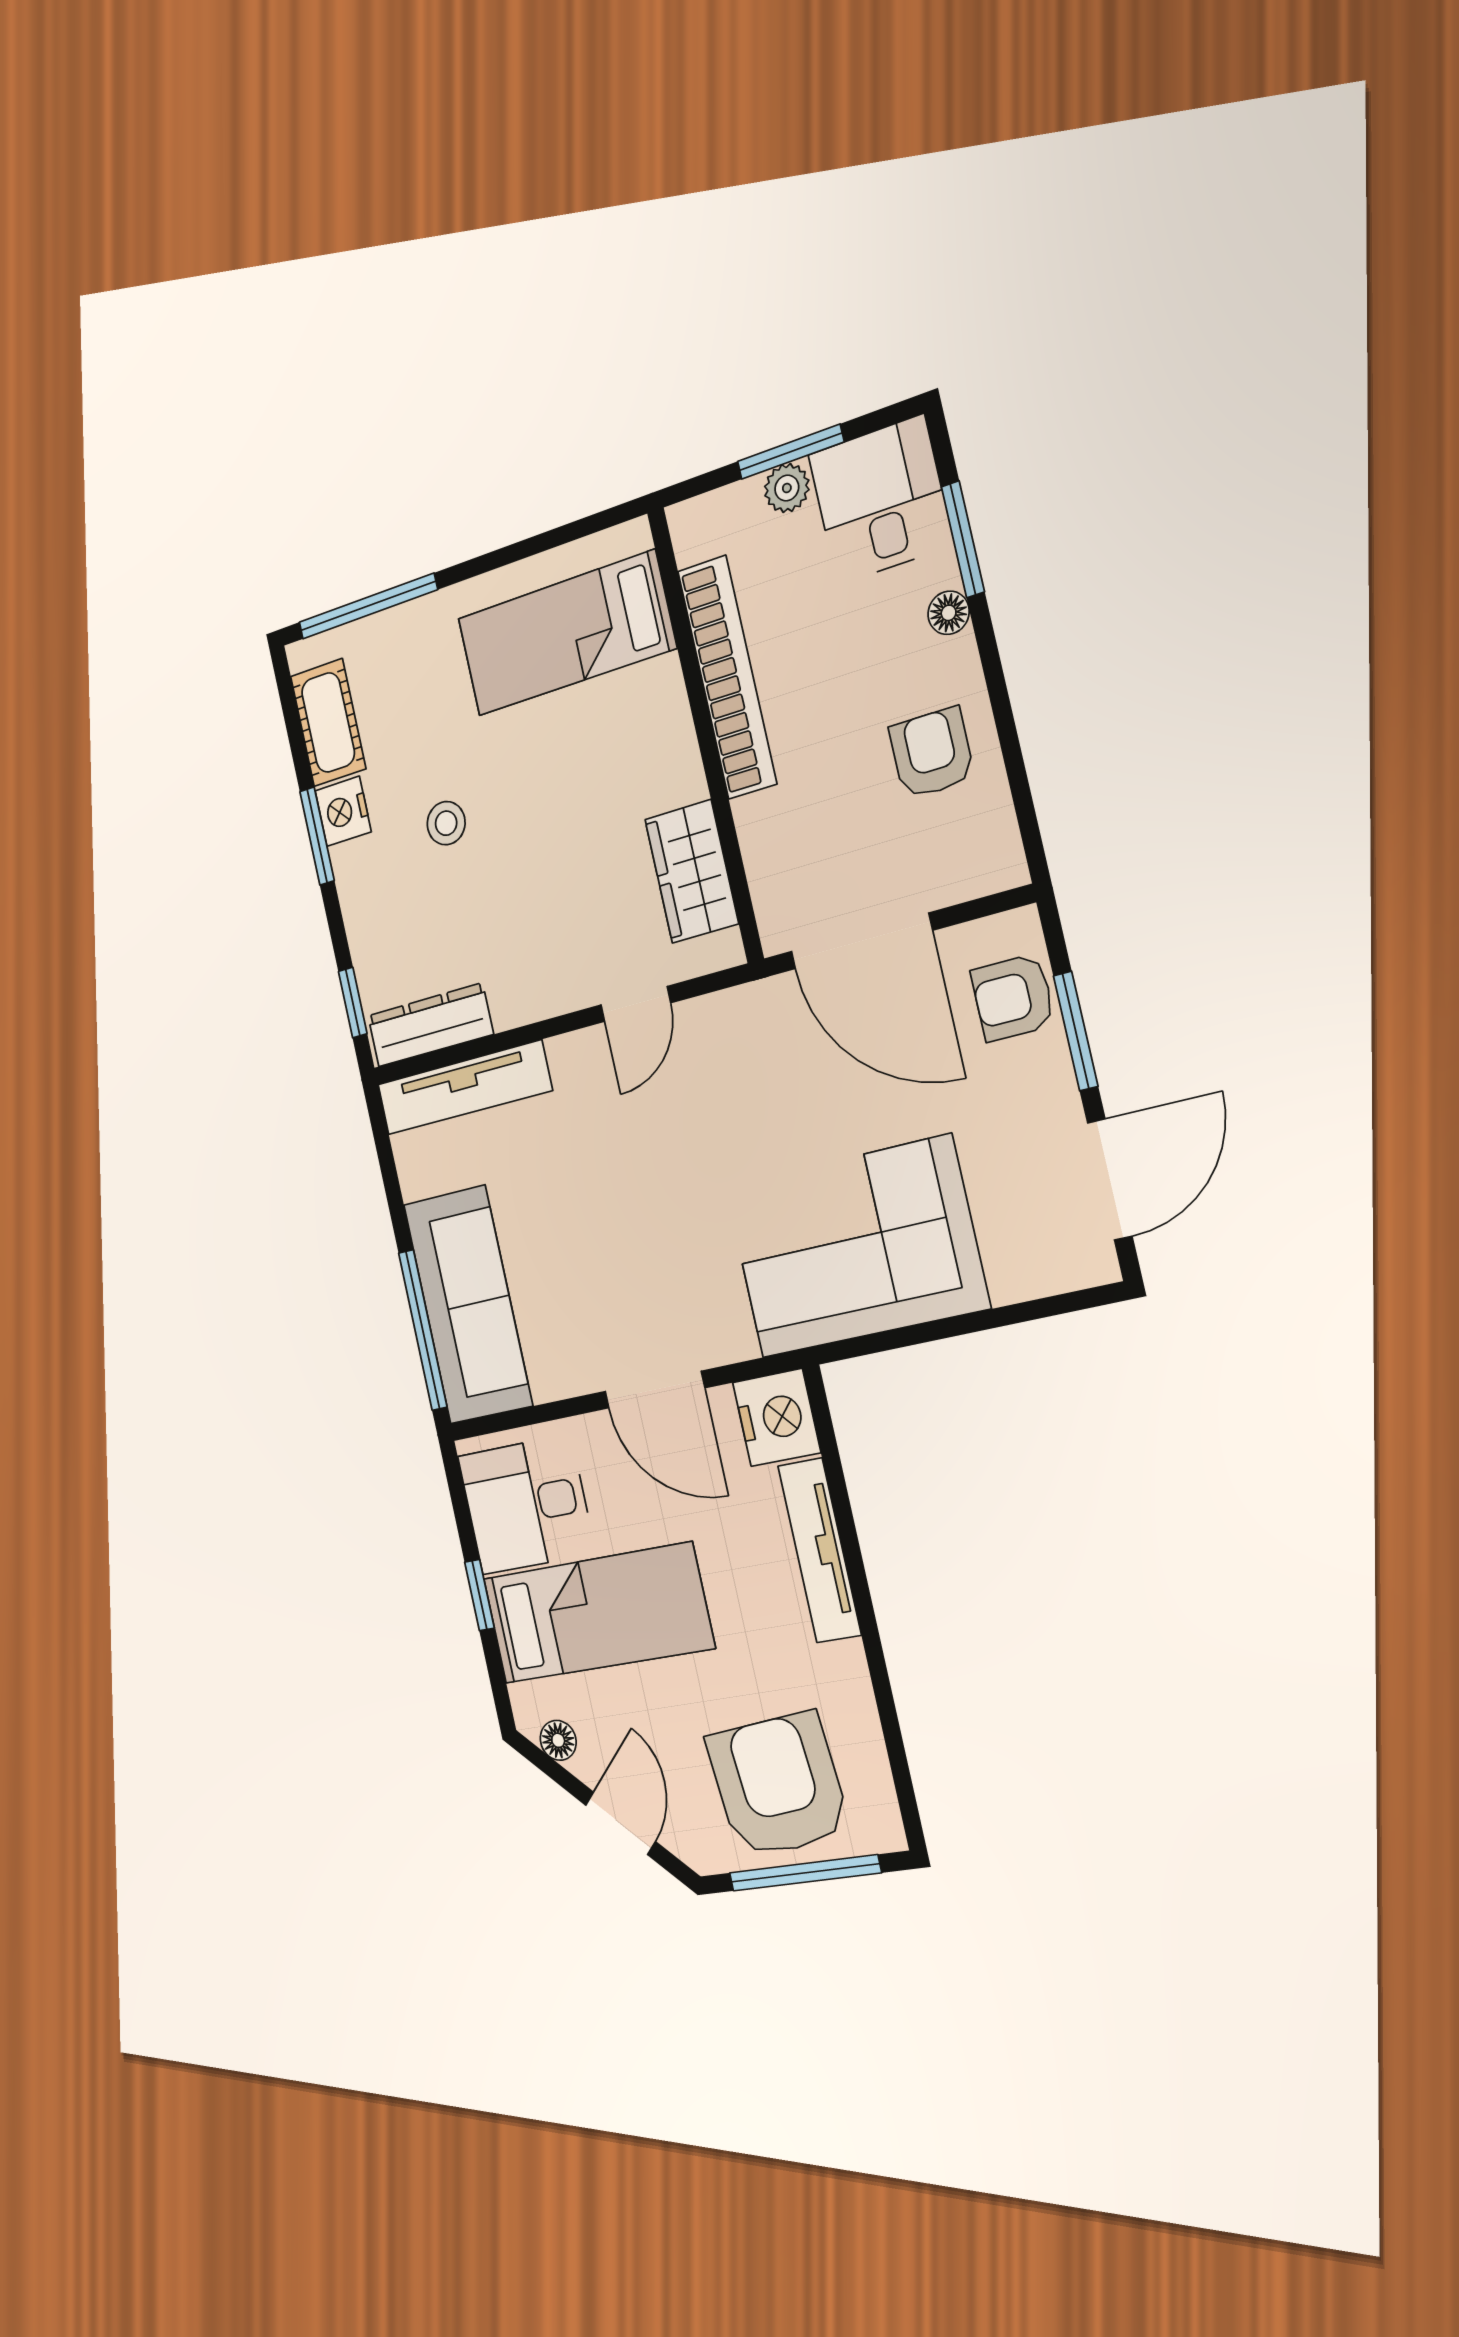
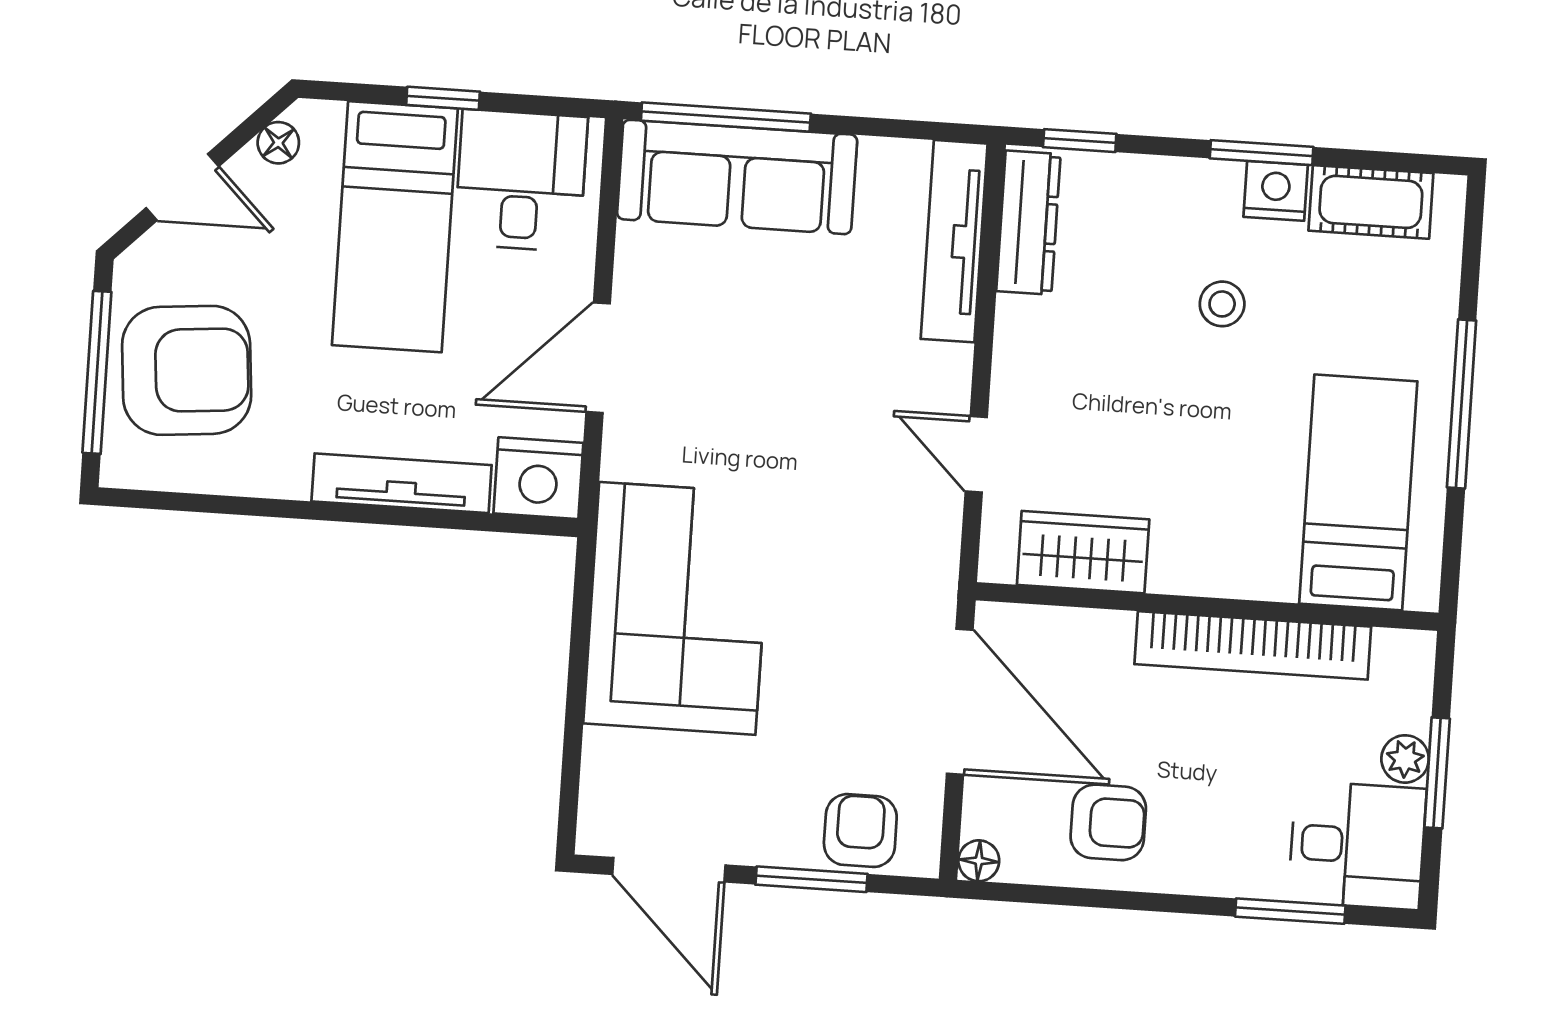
window: (368, 606) -> (1462, 404), moved
floor lamp: (949, 613) -> (979, 861), moved
door: (861, 941) -> (960, 702), swing flipped

